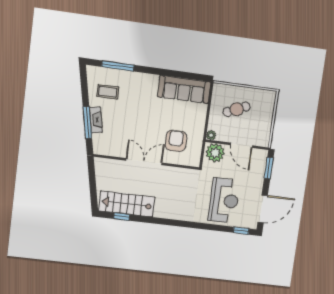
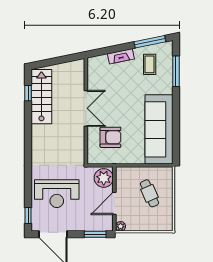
sofa: (184, 89) -> (159, 129), width x1.36, depth x1.27
window: (87, 123) -> (150, 42), moved
plant: (211, 135) -> (121, 226), moved

